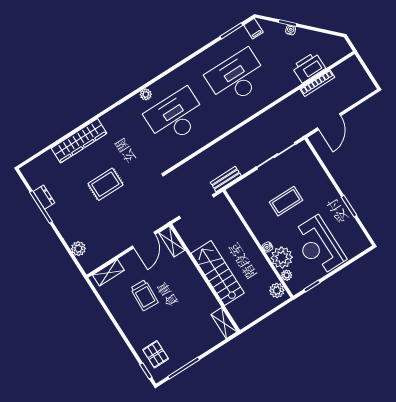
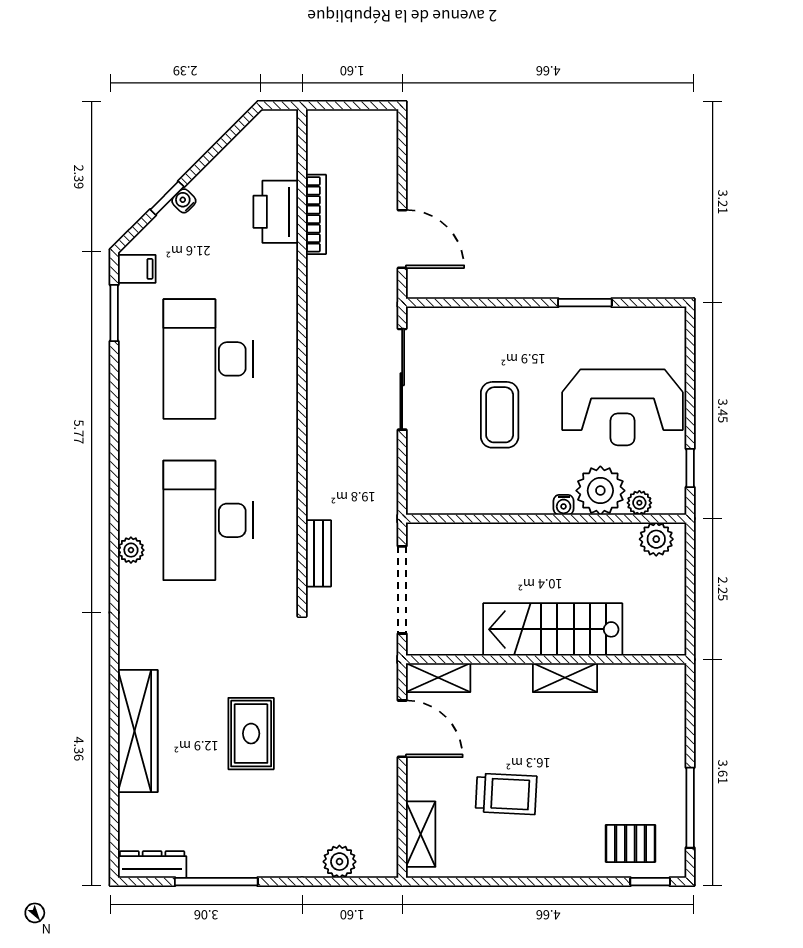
bench: (226, 179) -> (318, 553), moved
dresser: (44, 197) -> (152, 865), moved, width x1.44
shelving: (224, 323) -> (565, 678), moved

